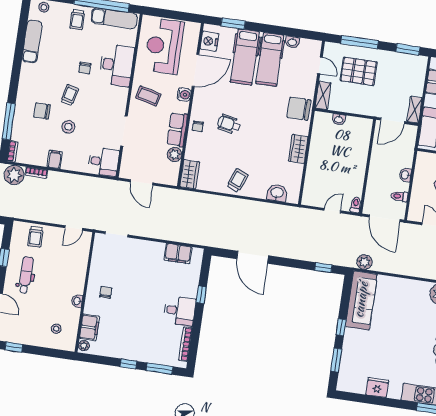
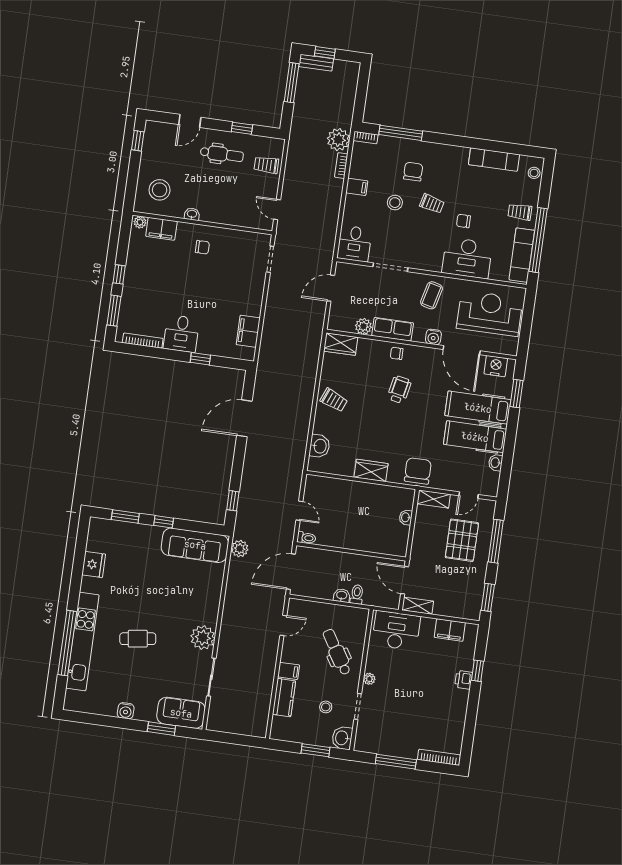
toilet: (399, 196) -> (357, 594), moved
stool: (56, 329) -> (160, 190), width x1.89, depth x1.89

